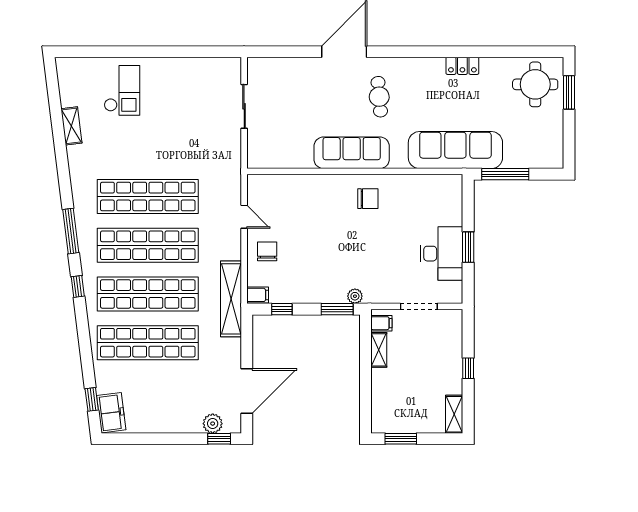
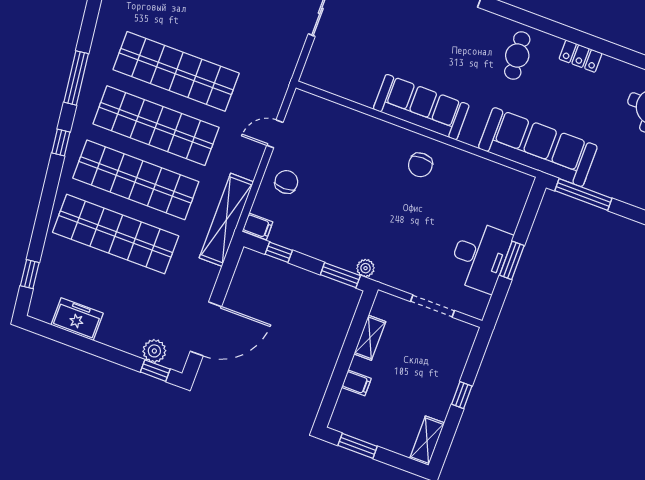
cafe table: (379, 97) -> (517, 56), moved
chair: (368, 199) -> (420, 165), turned 90
door: (244, 217) -> (275, 134), swing flipped
filing cabinet: (381, 323) -> (356, 383), moved
freezer: (111, 413) -> (77, 319), moved, turned -83

